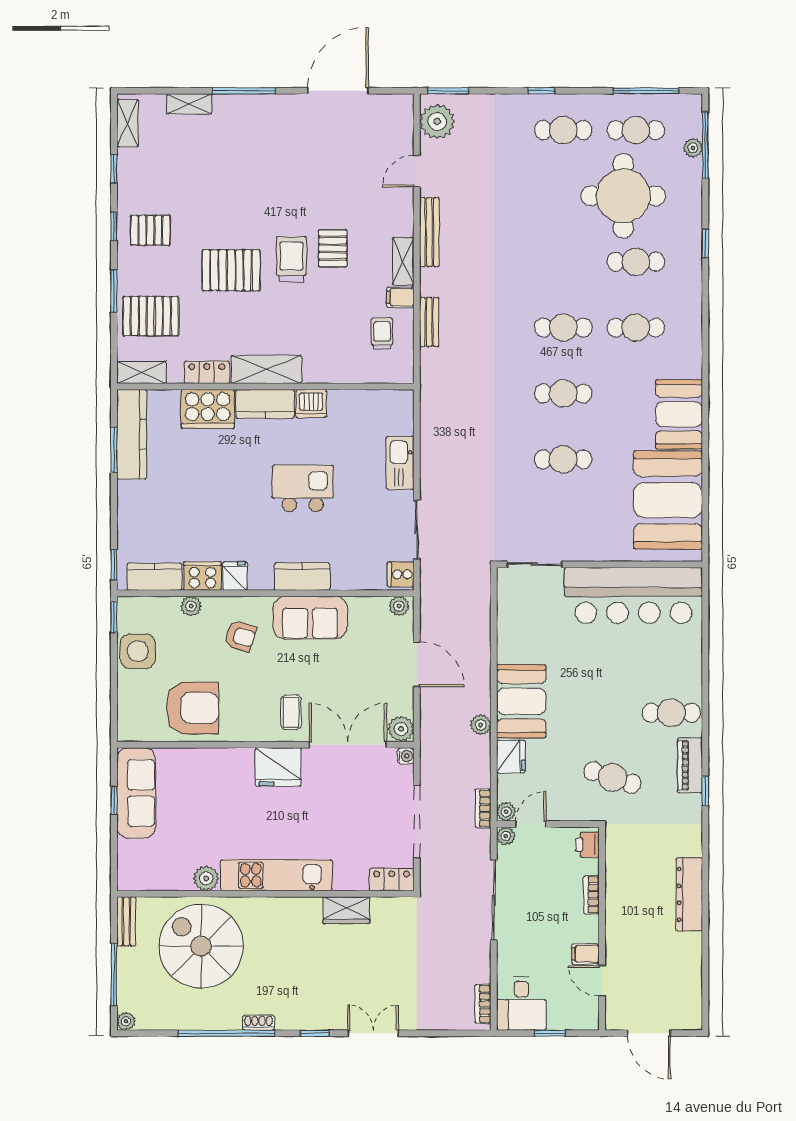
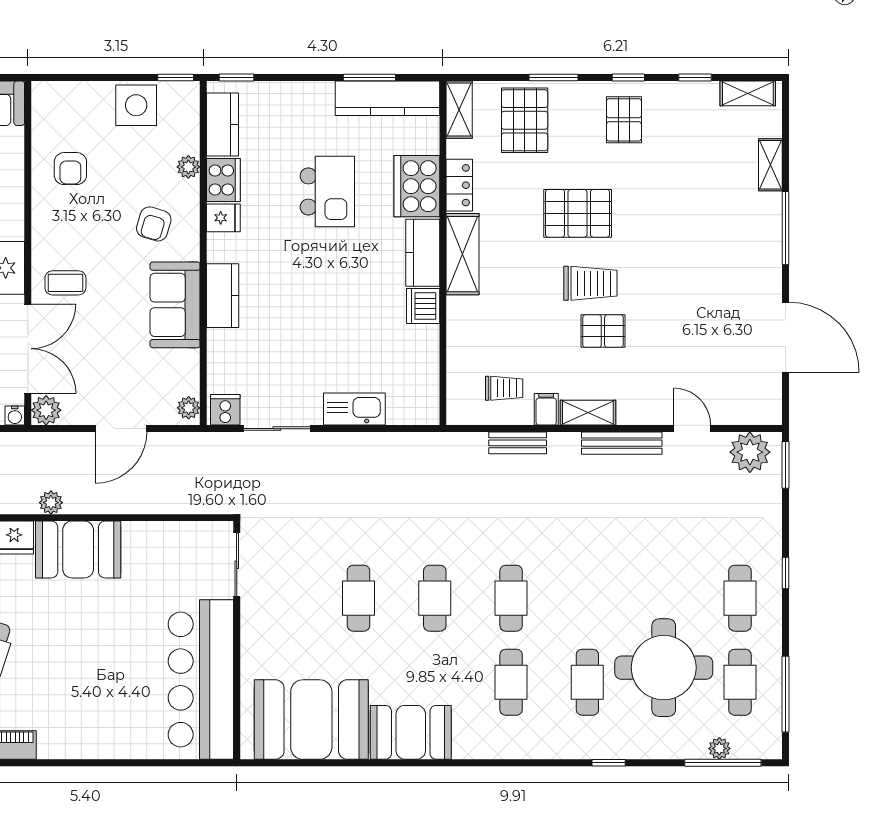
pallet: (231, 270) -> (578, 213), turned 90
kitchen island: (303, 488) -> (327, 191), moved
armchair: (192, 708) -> (70, 169), width x0.53, depth x0.53
cafe table: (671, 713) -> (65, 723), removed

